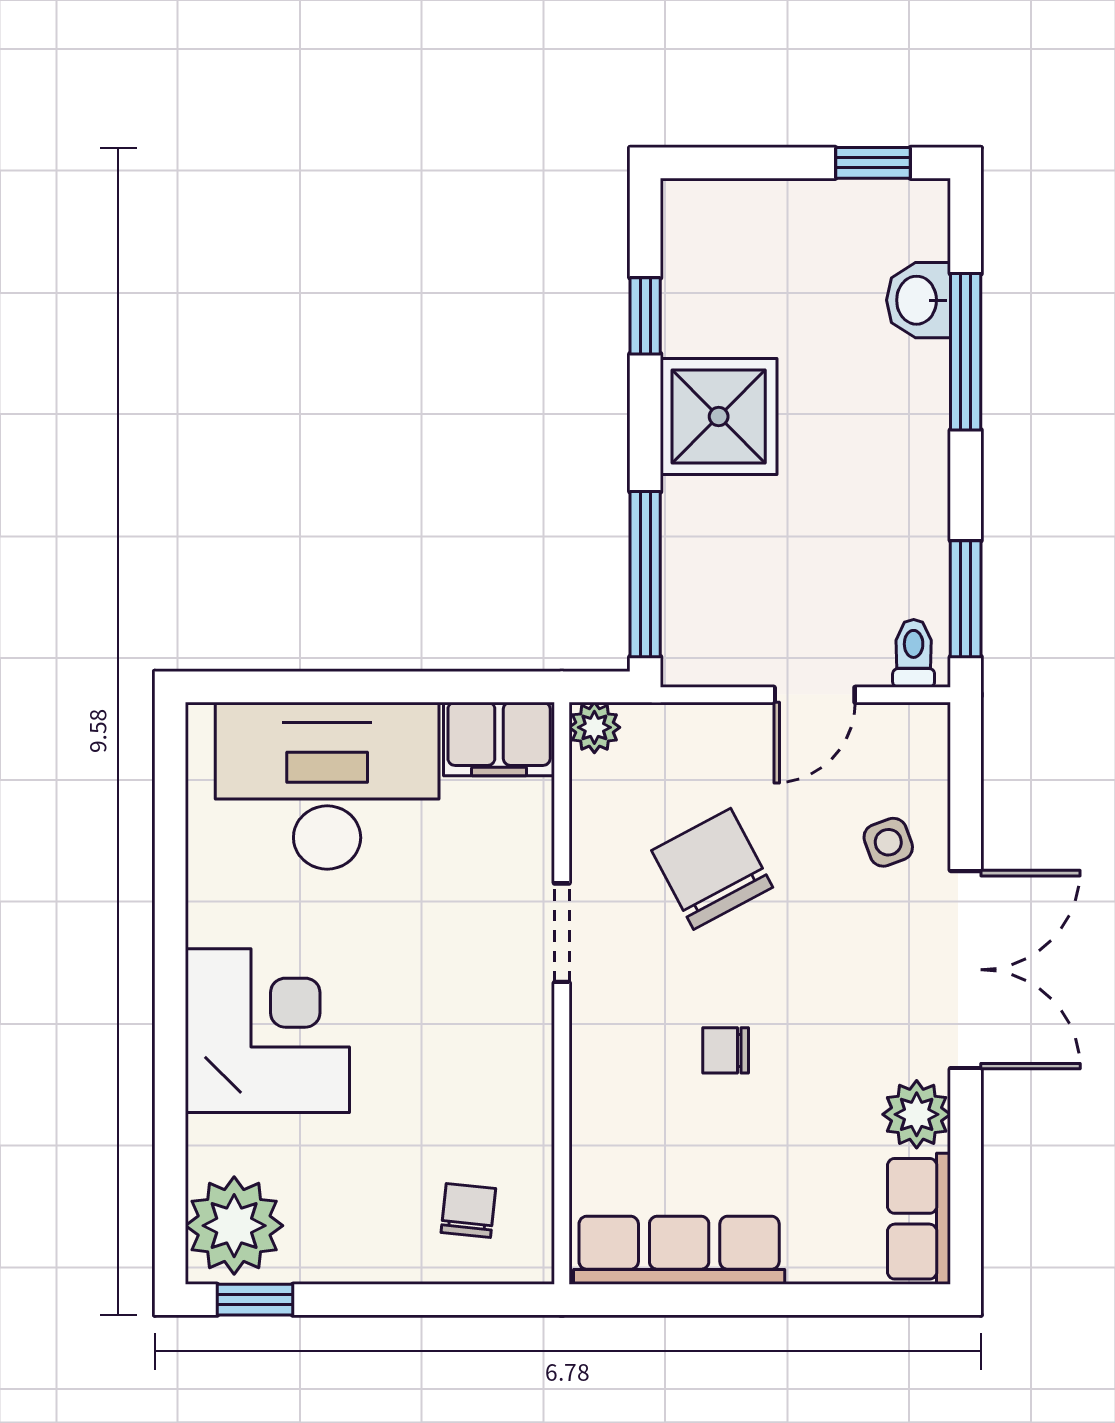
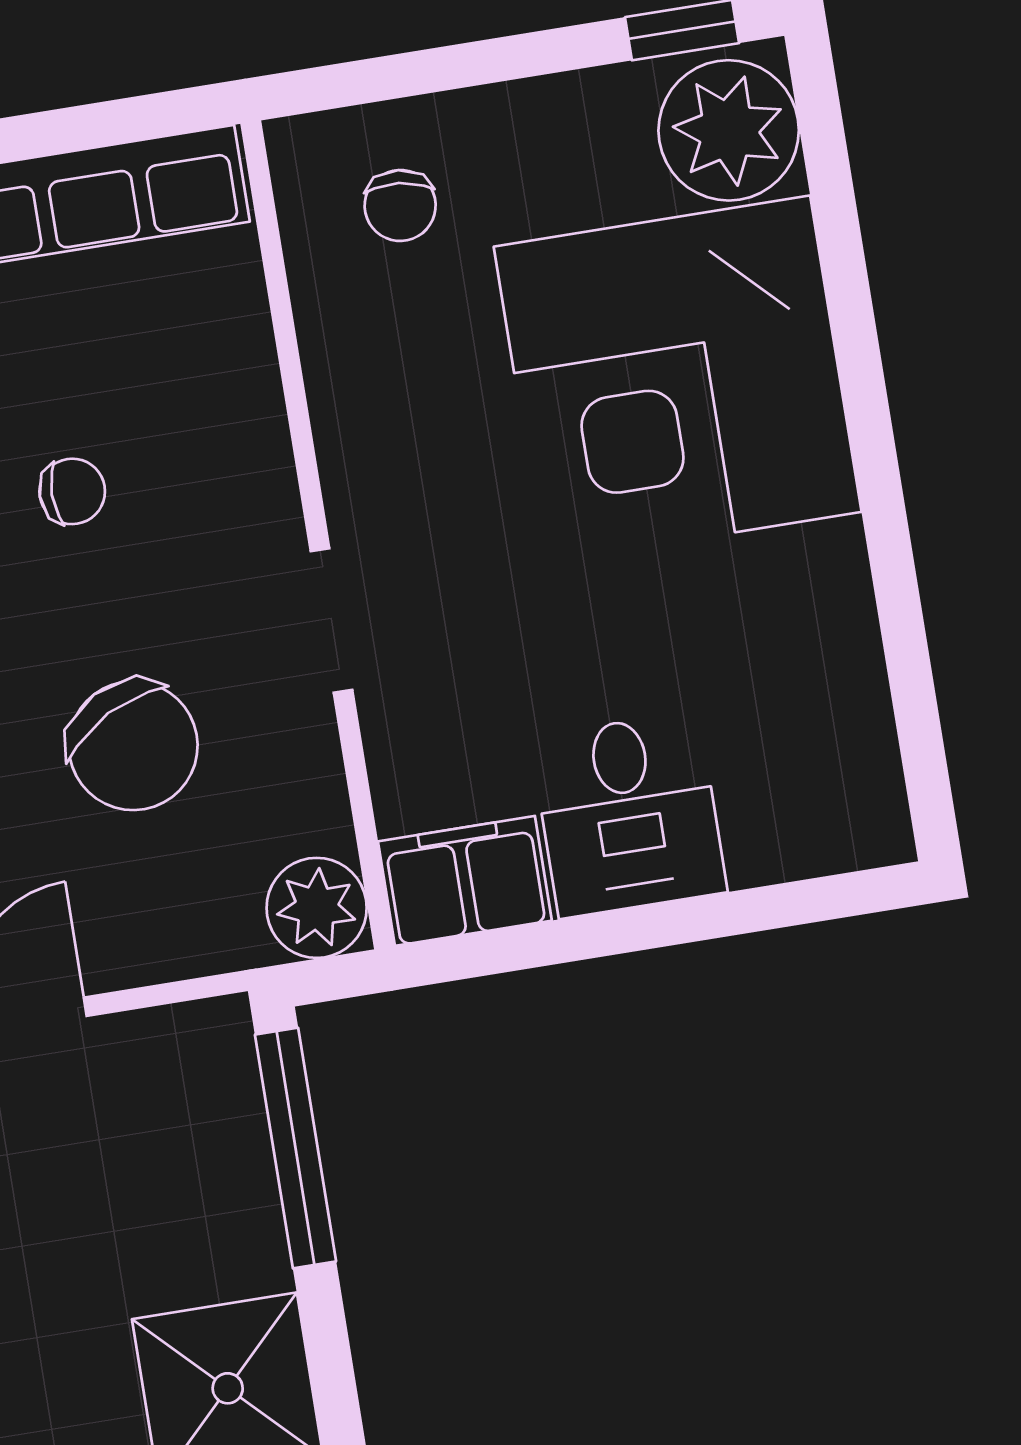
plant: (594, 727) -> (317, 908), width x1.38, depth x1.38
desk: (327, 786) -> (629, 815), width x0.53, depth x0.77
corner desk: (267, 1031) -> (678, 379), width x1.36, depth x1.36

